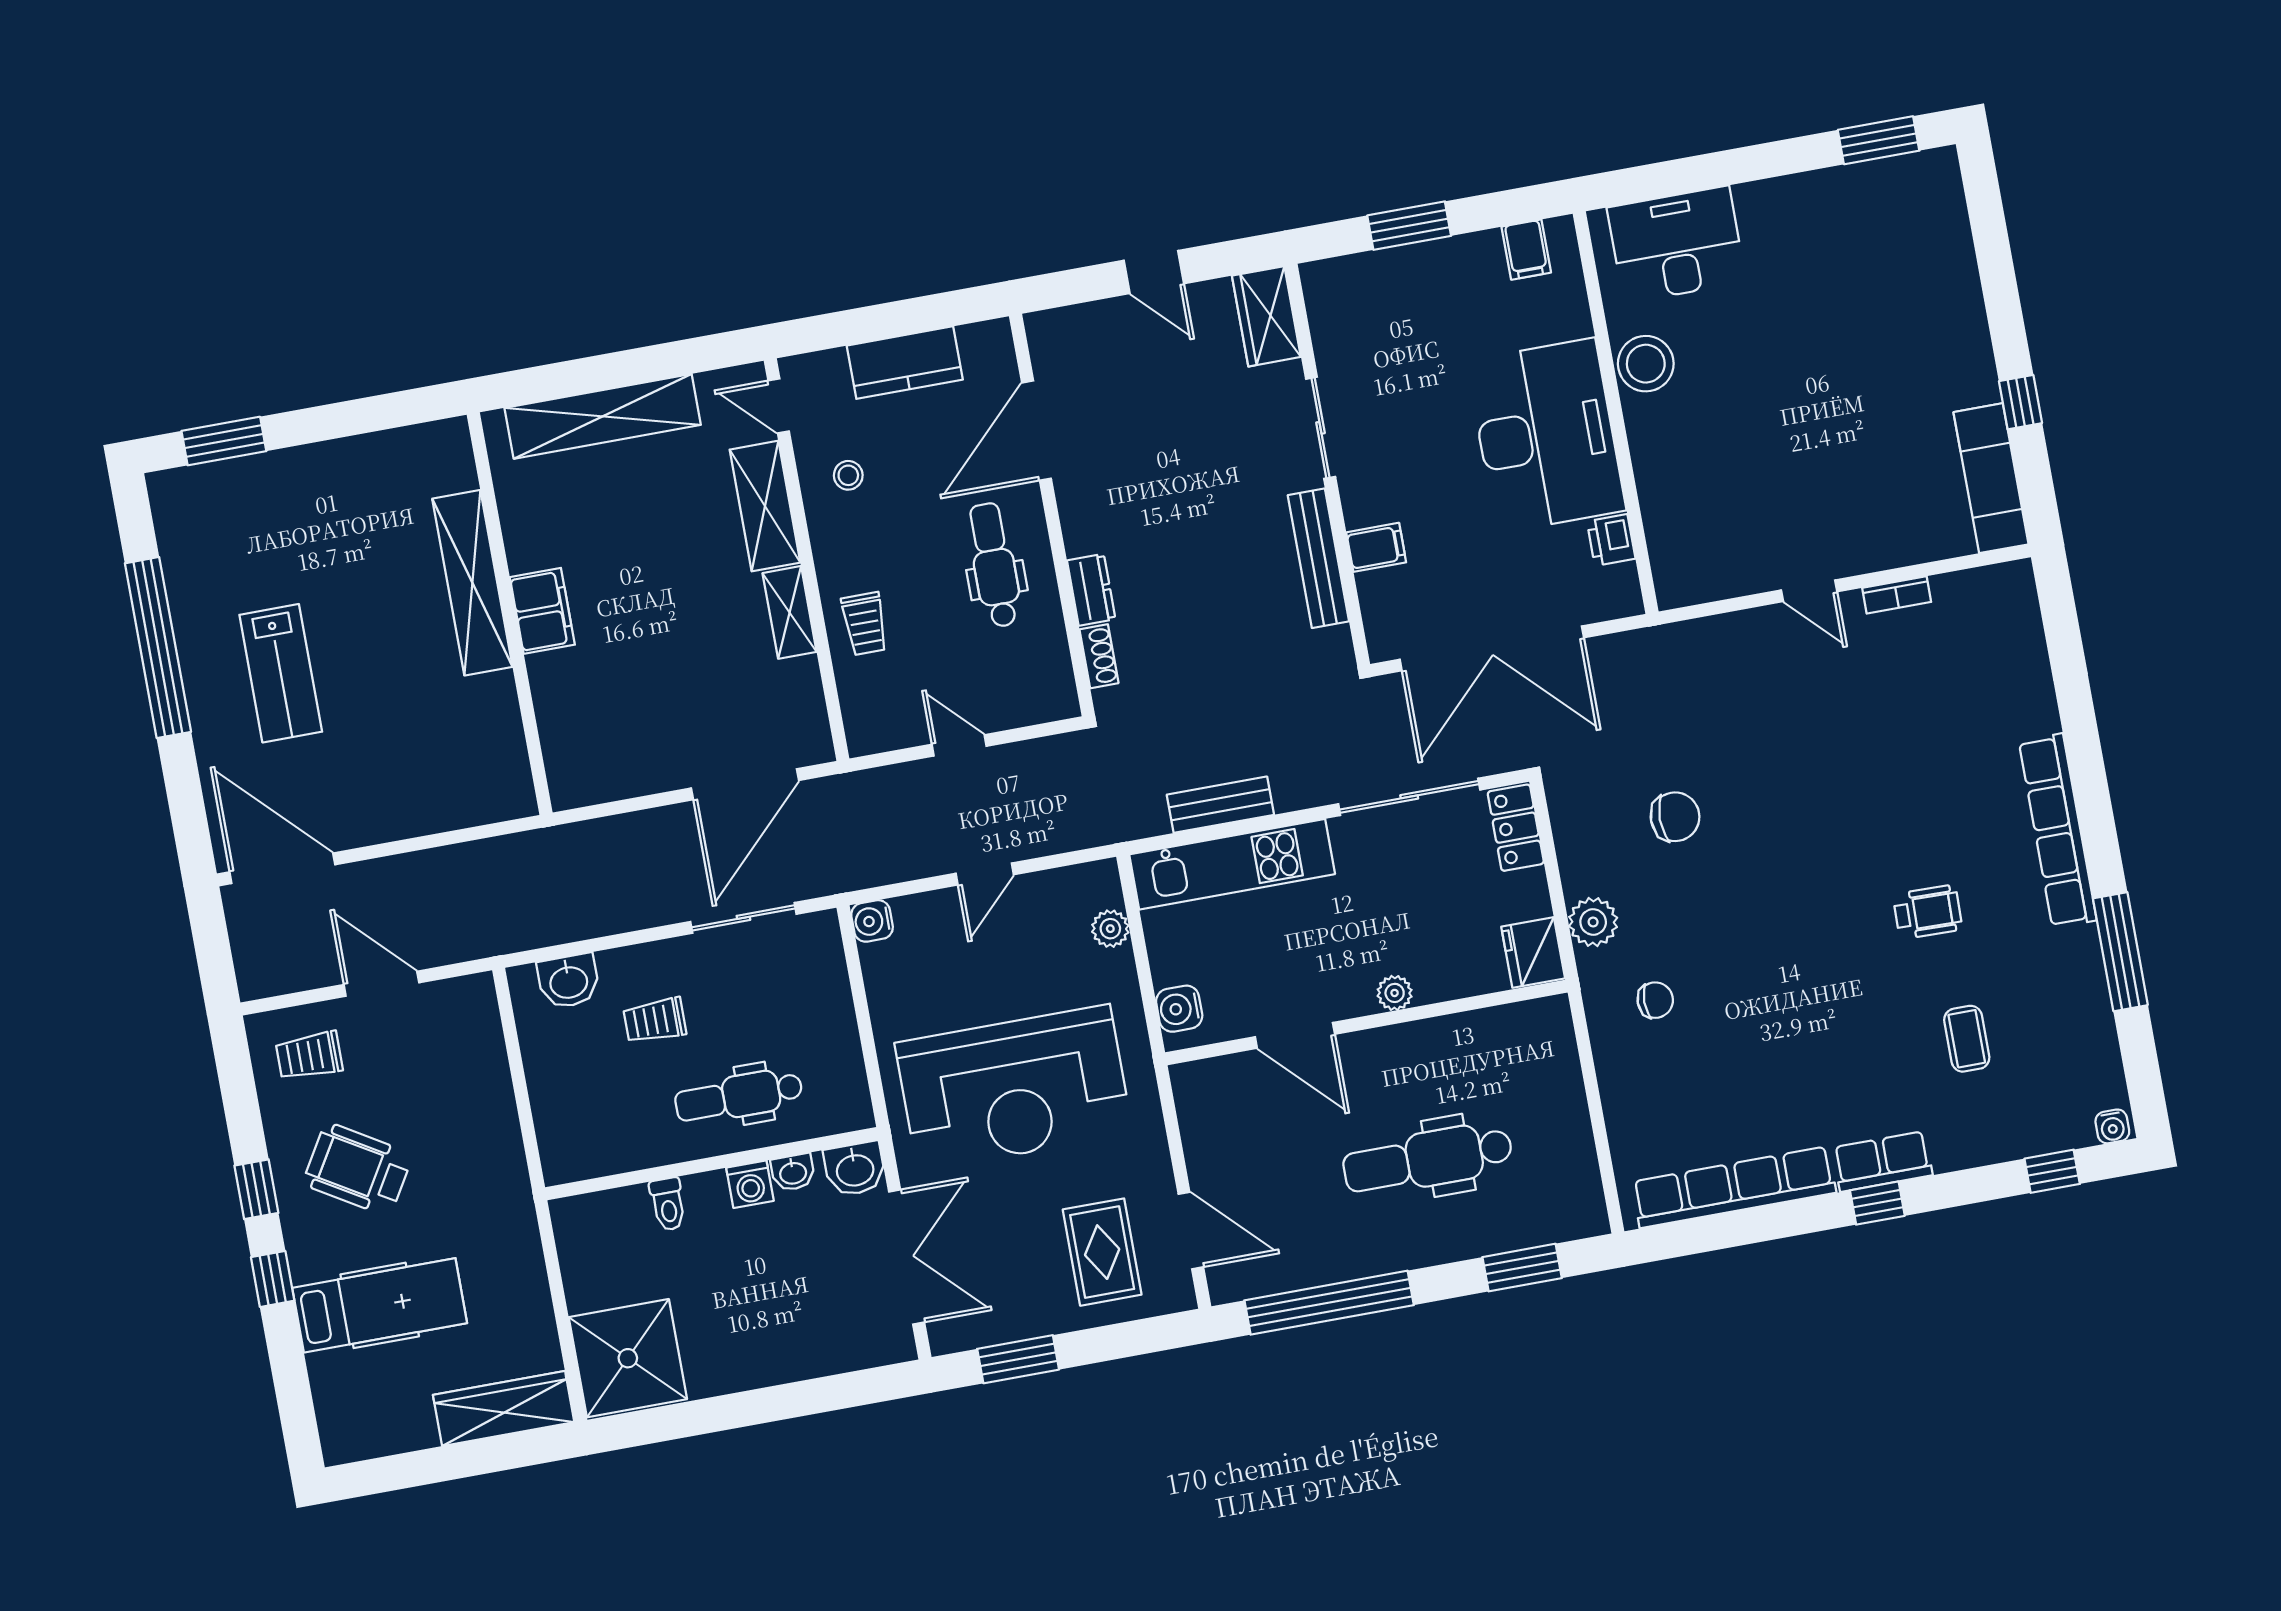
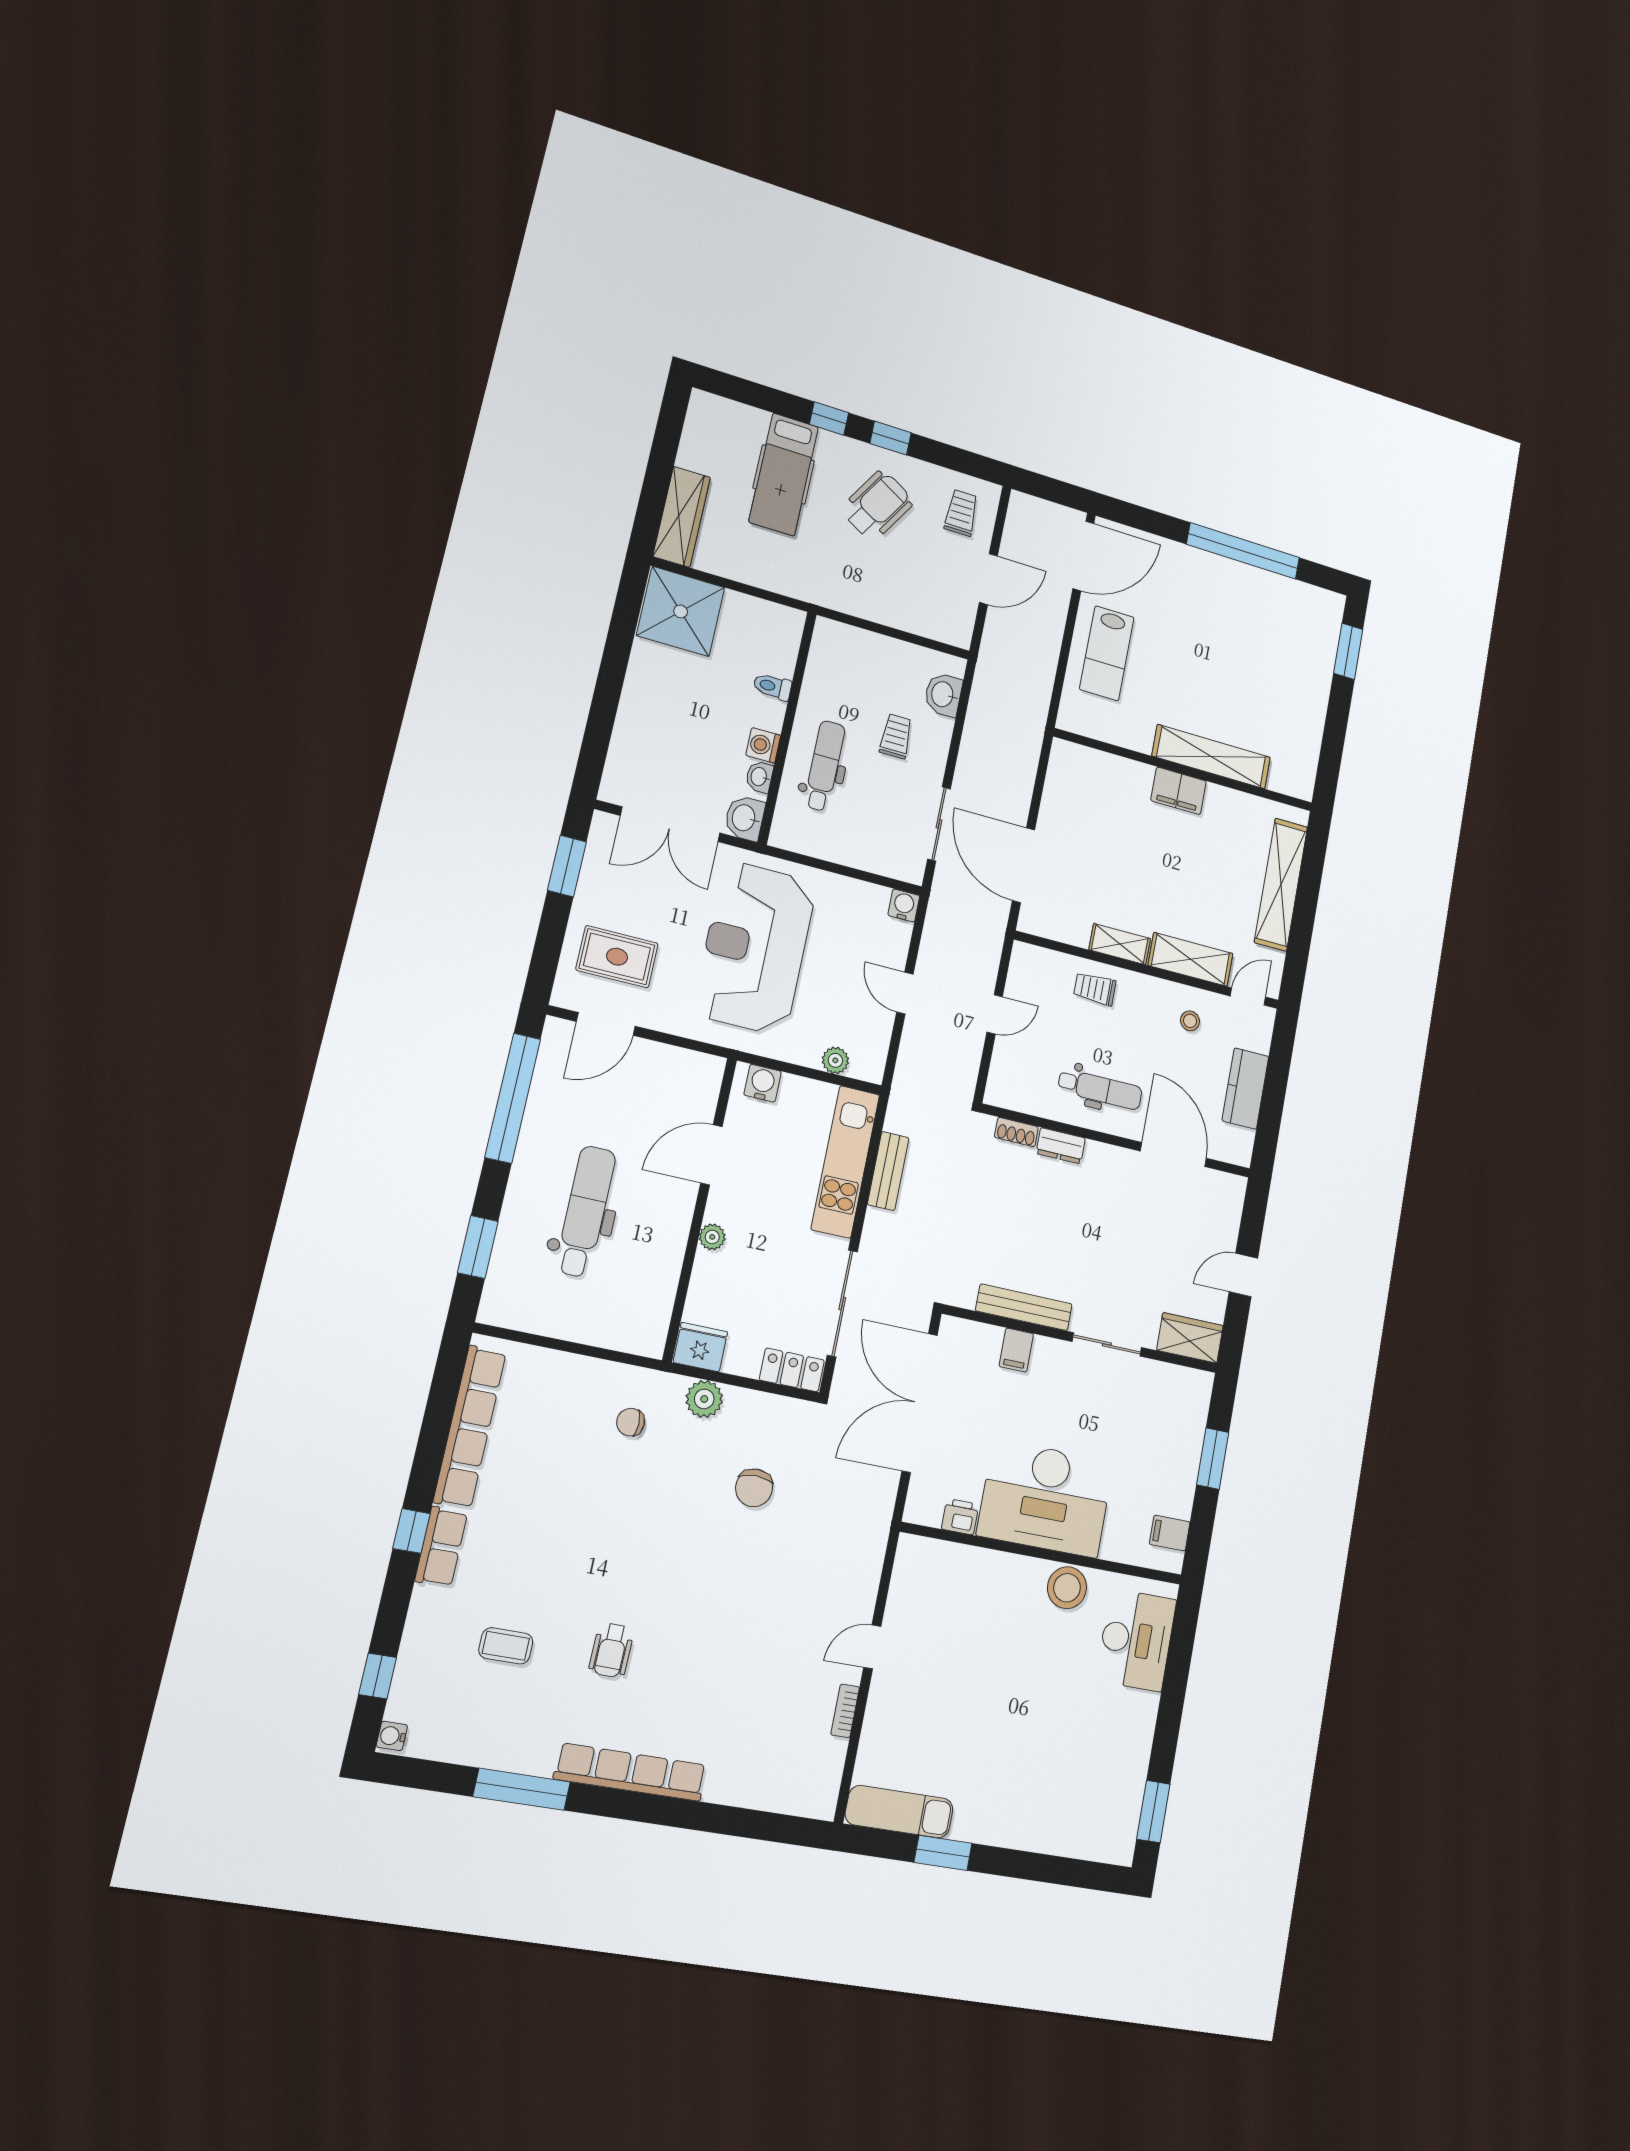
window: (2021, 402) -> (943, 1853), width x1.50
lab bench: (281, 673) -> (1107, 653), moved, turned -90
chair: (1655, 1000) -> (630, 1422), turned 90

